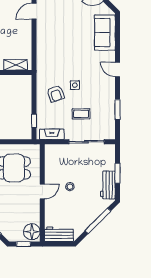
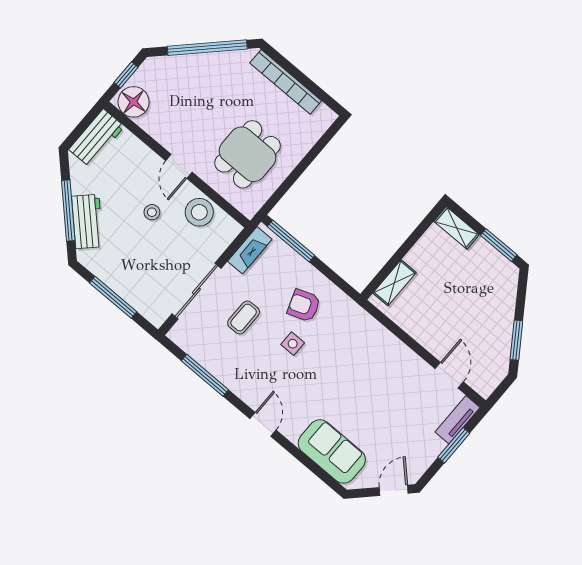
door: (117, 70) -> (263, 424), hinge flipped
window: (117, 110) -> (205, 375), width x1.44
window: (34, 121) -> (291, 241), width x2.17
stool: (54, 168) -> (199, 212), added
window: (117, 173) -> (113, 297), width x1.44
workbench: (108, 185) -> (87, 221), moved, turned 45

